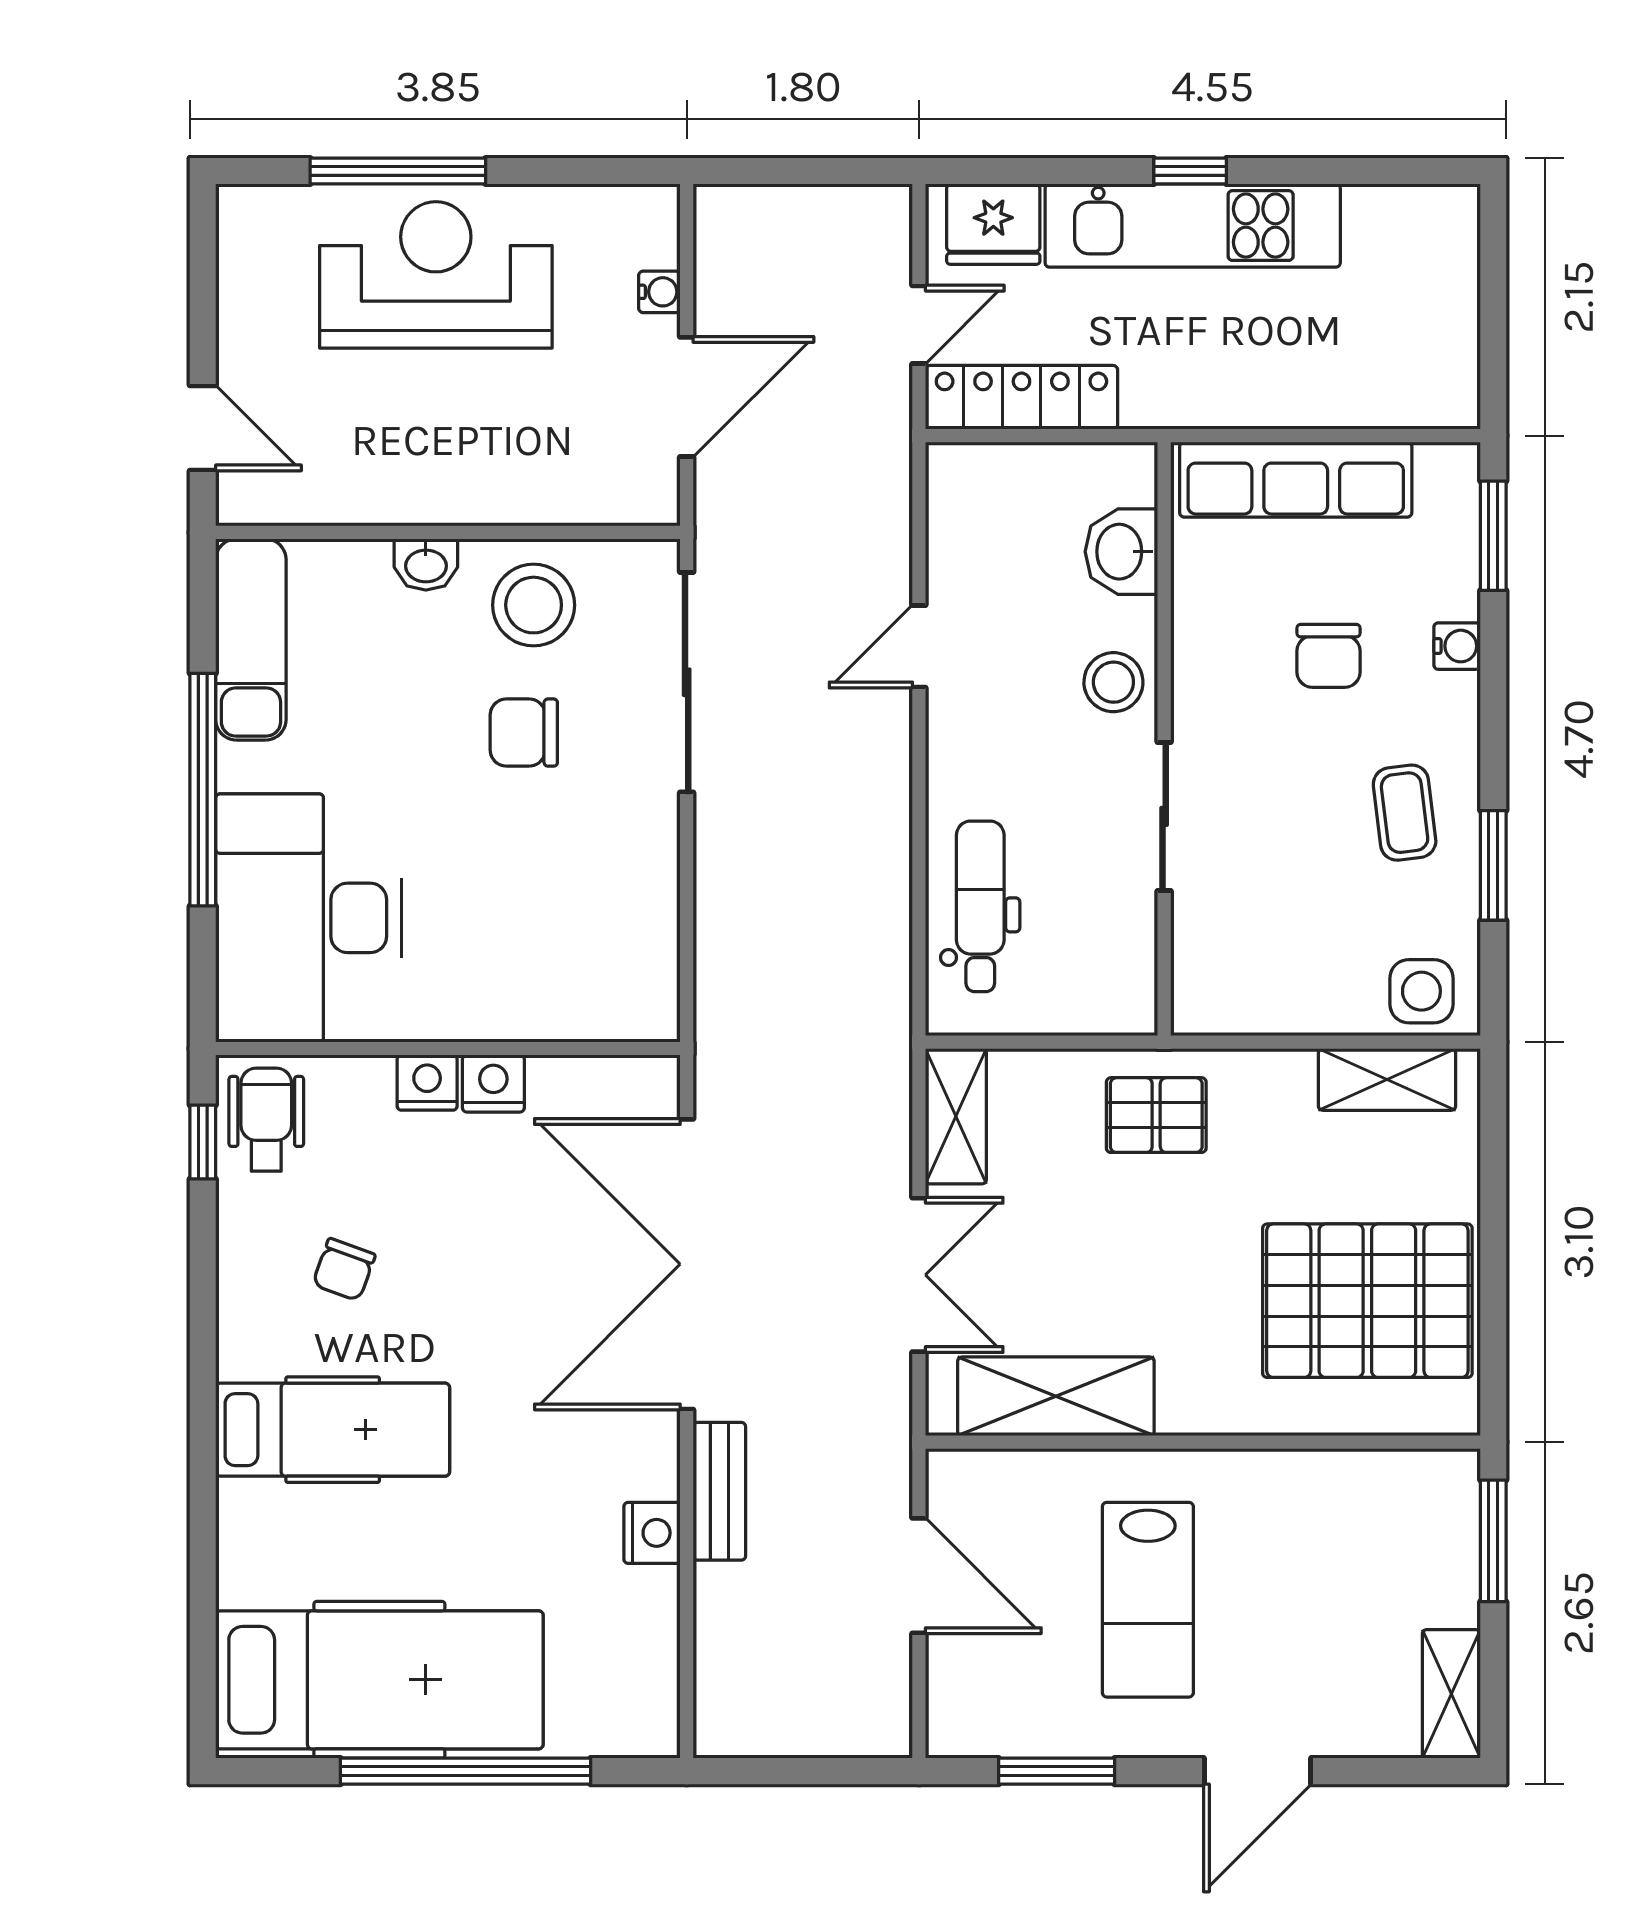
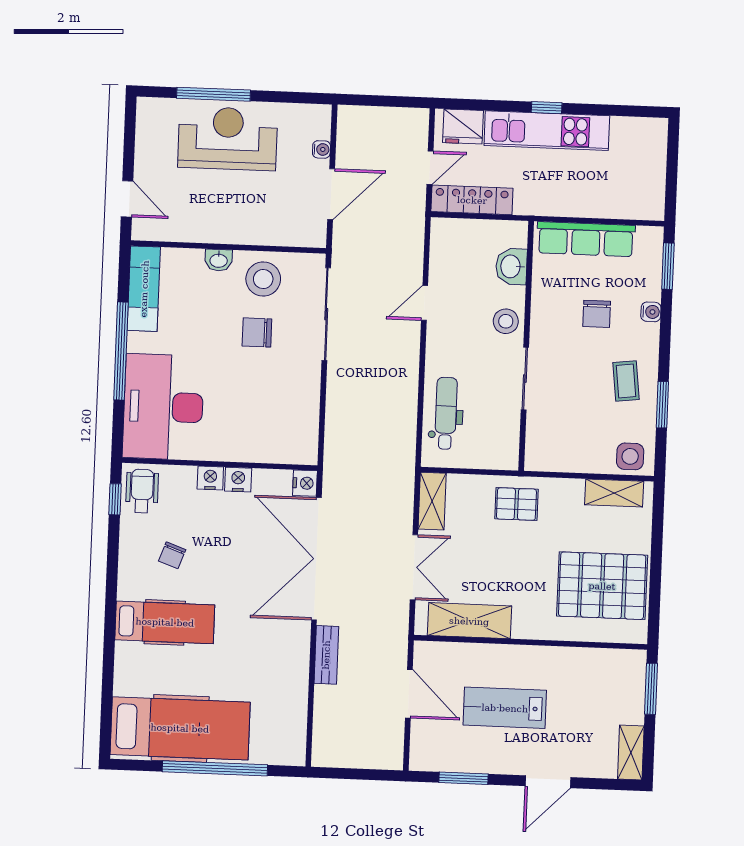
nightstand: (652, 1533) -> (305, 483), moved
lab bench: (1148, 1600) -> (505, 708), turned 90

